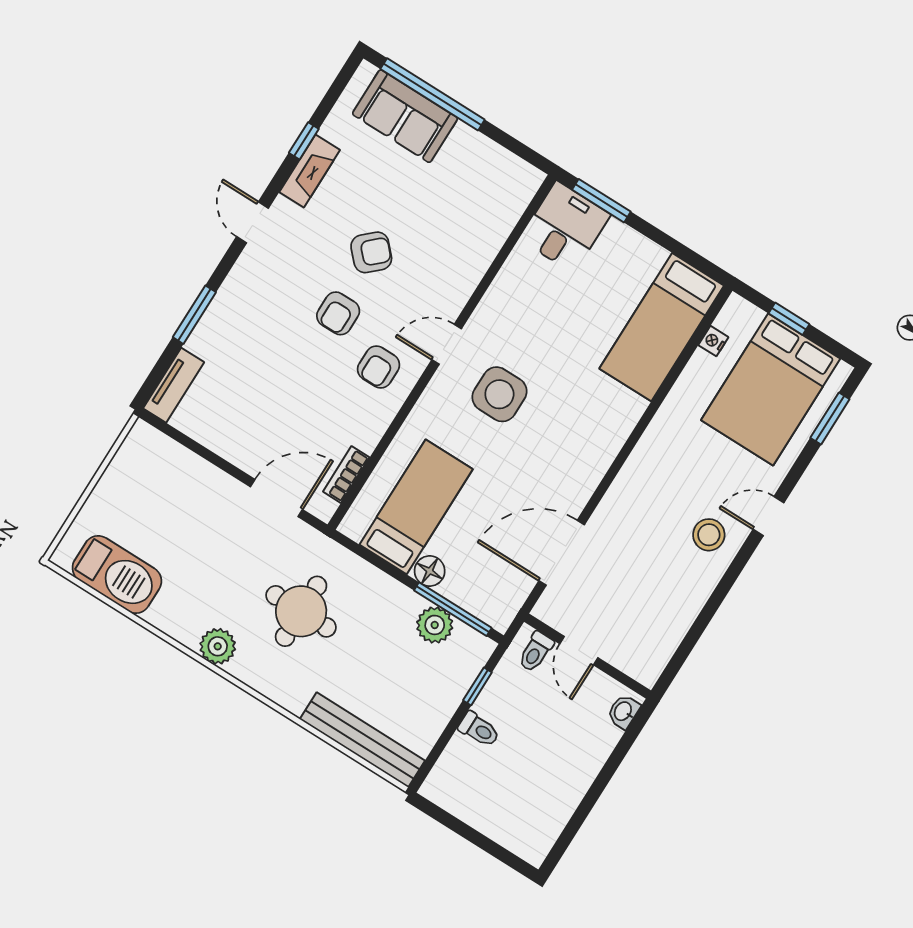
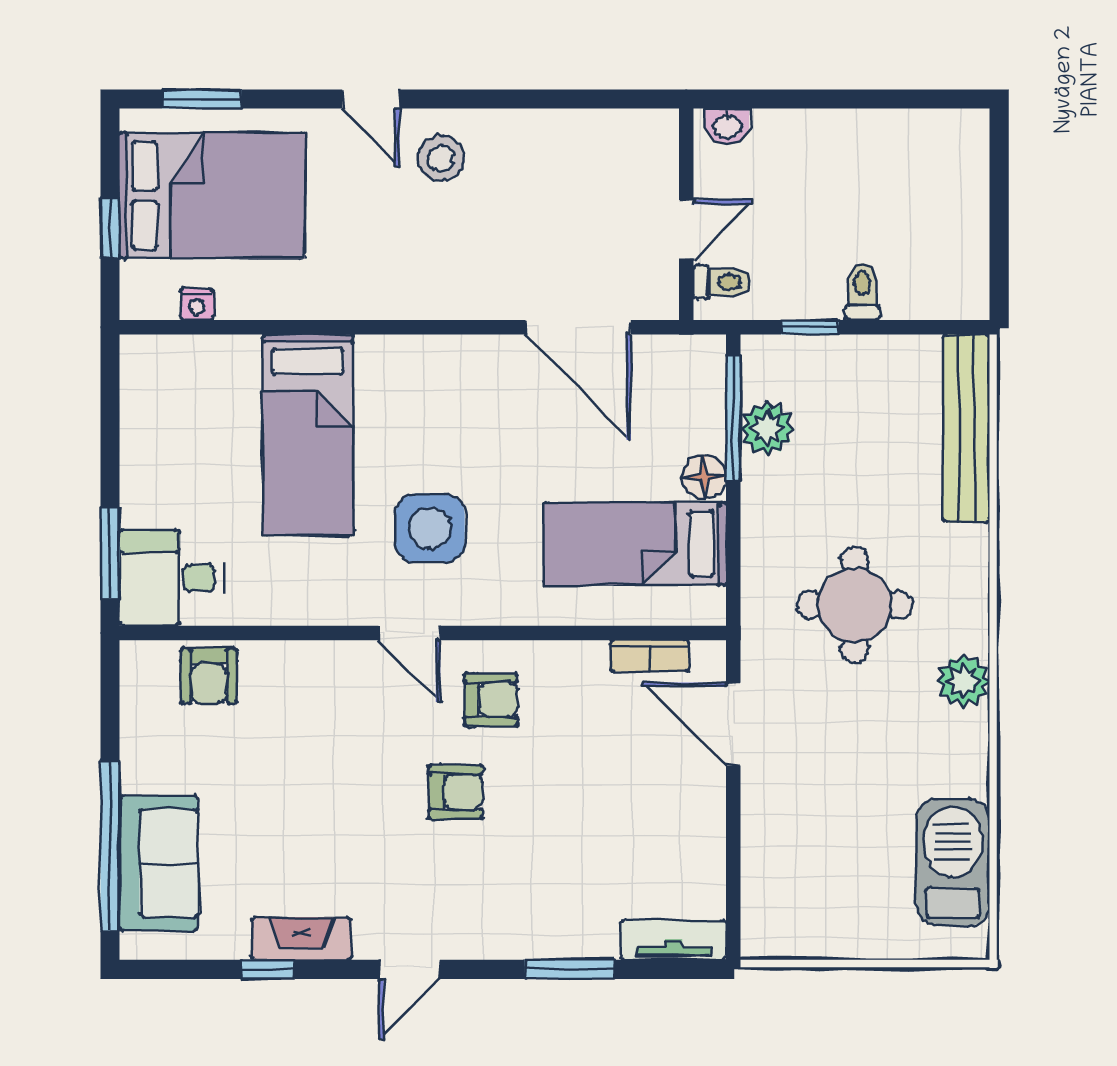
armchair: (371, 252) -> (209, 676), moved, turned -137
bed: (662, 327) -> (308, 435), moved, turned 90

